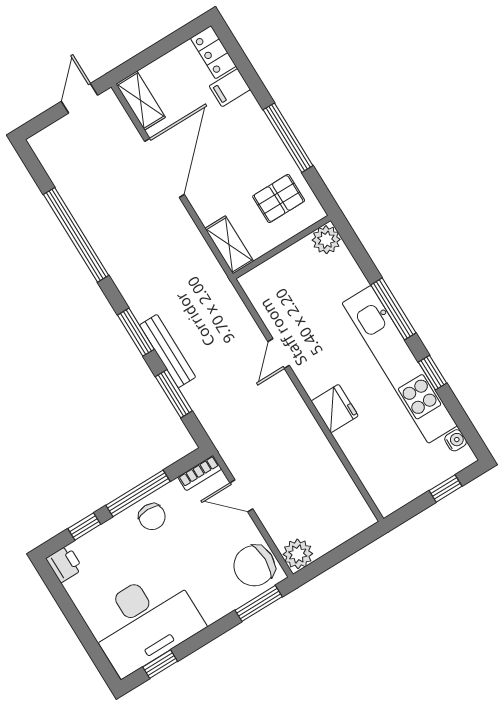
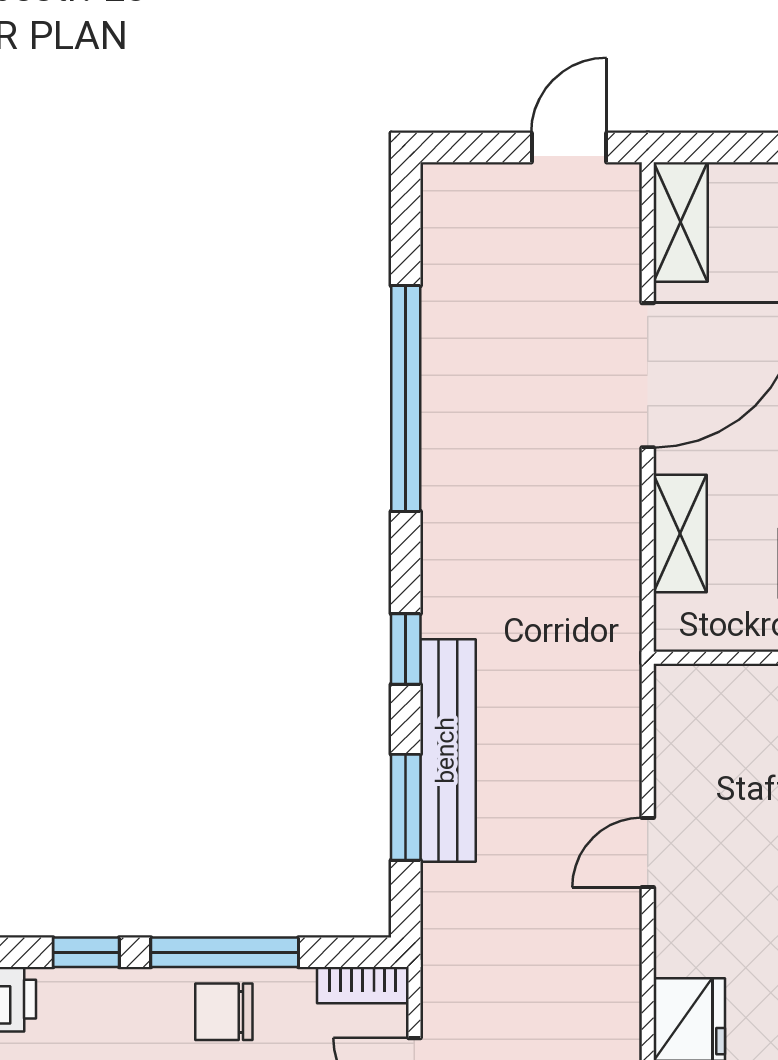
shelving: (229, 245) -> (680, 533), moved
window: (136, 332) -> (406, 649), width x0.67
bench: (168, 351) -> (448, 750), width x1.37, depth x1.21
chair: (152, 517) -> (224, 1012), turned 90

